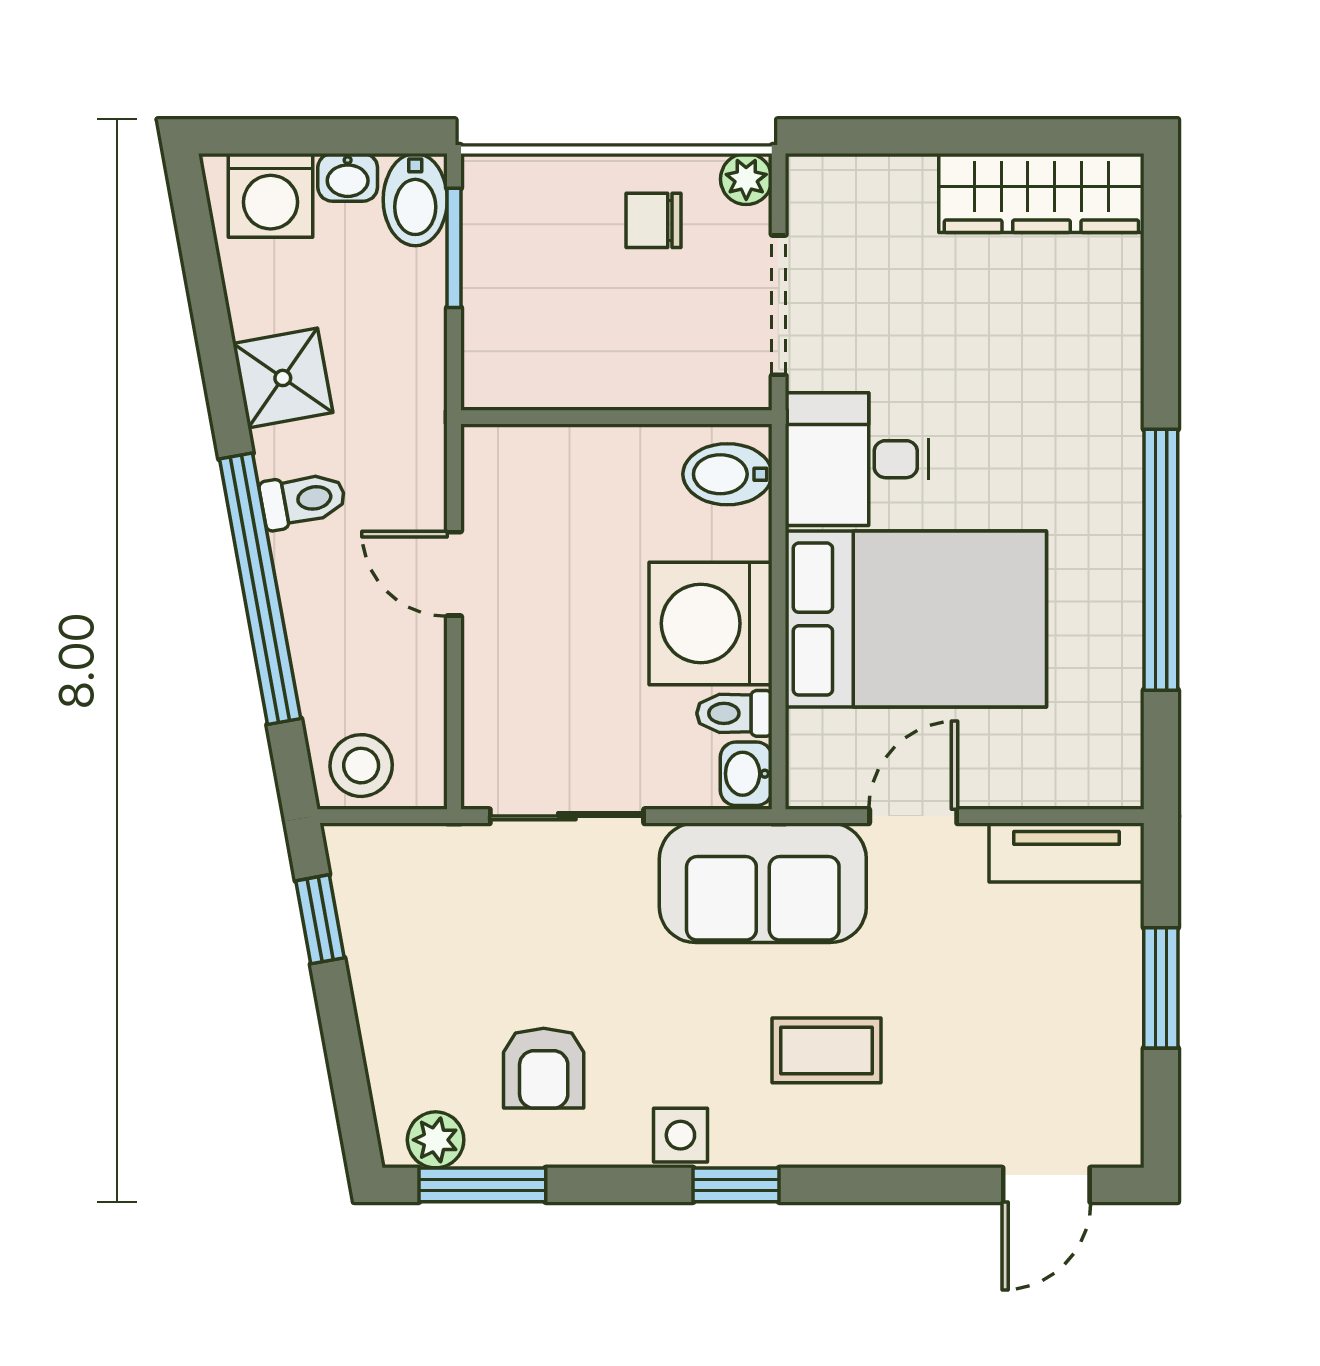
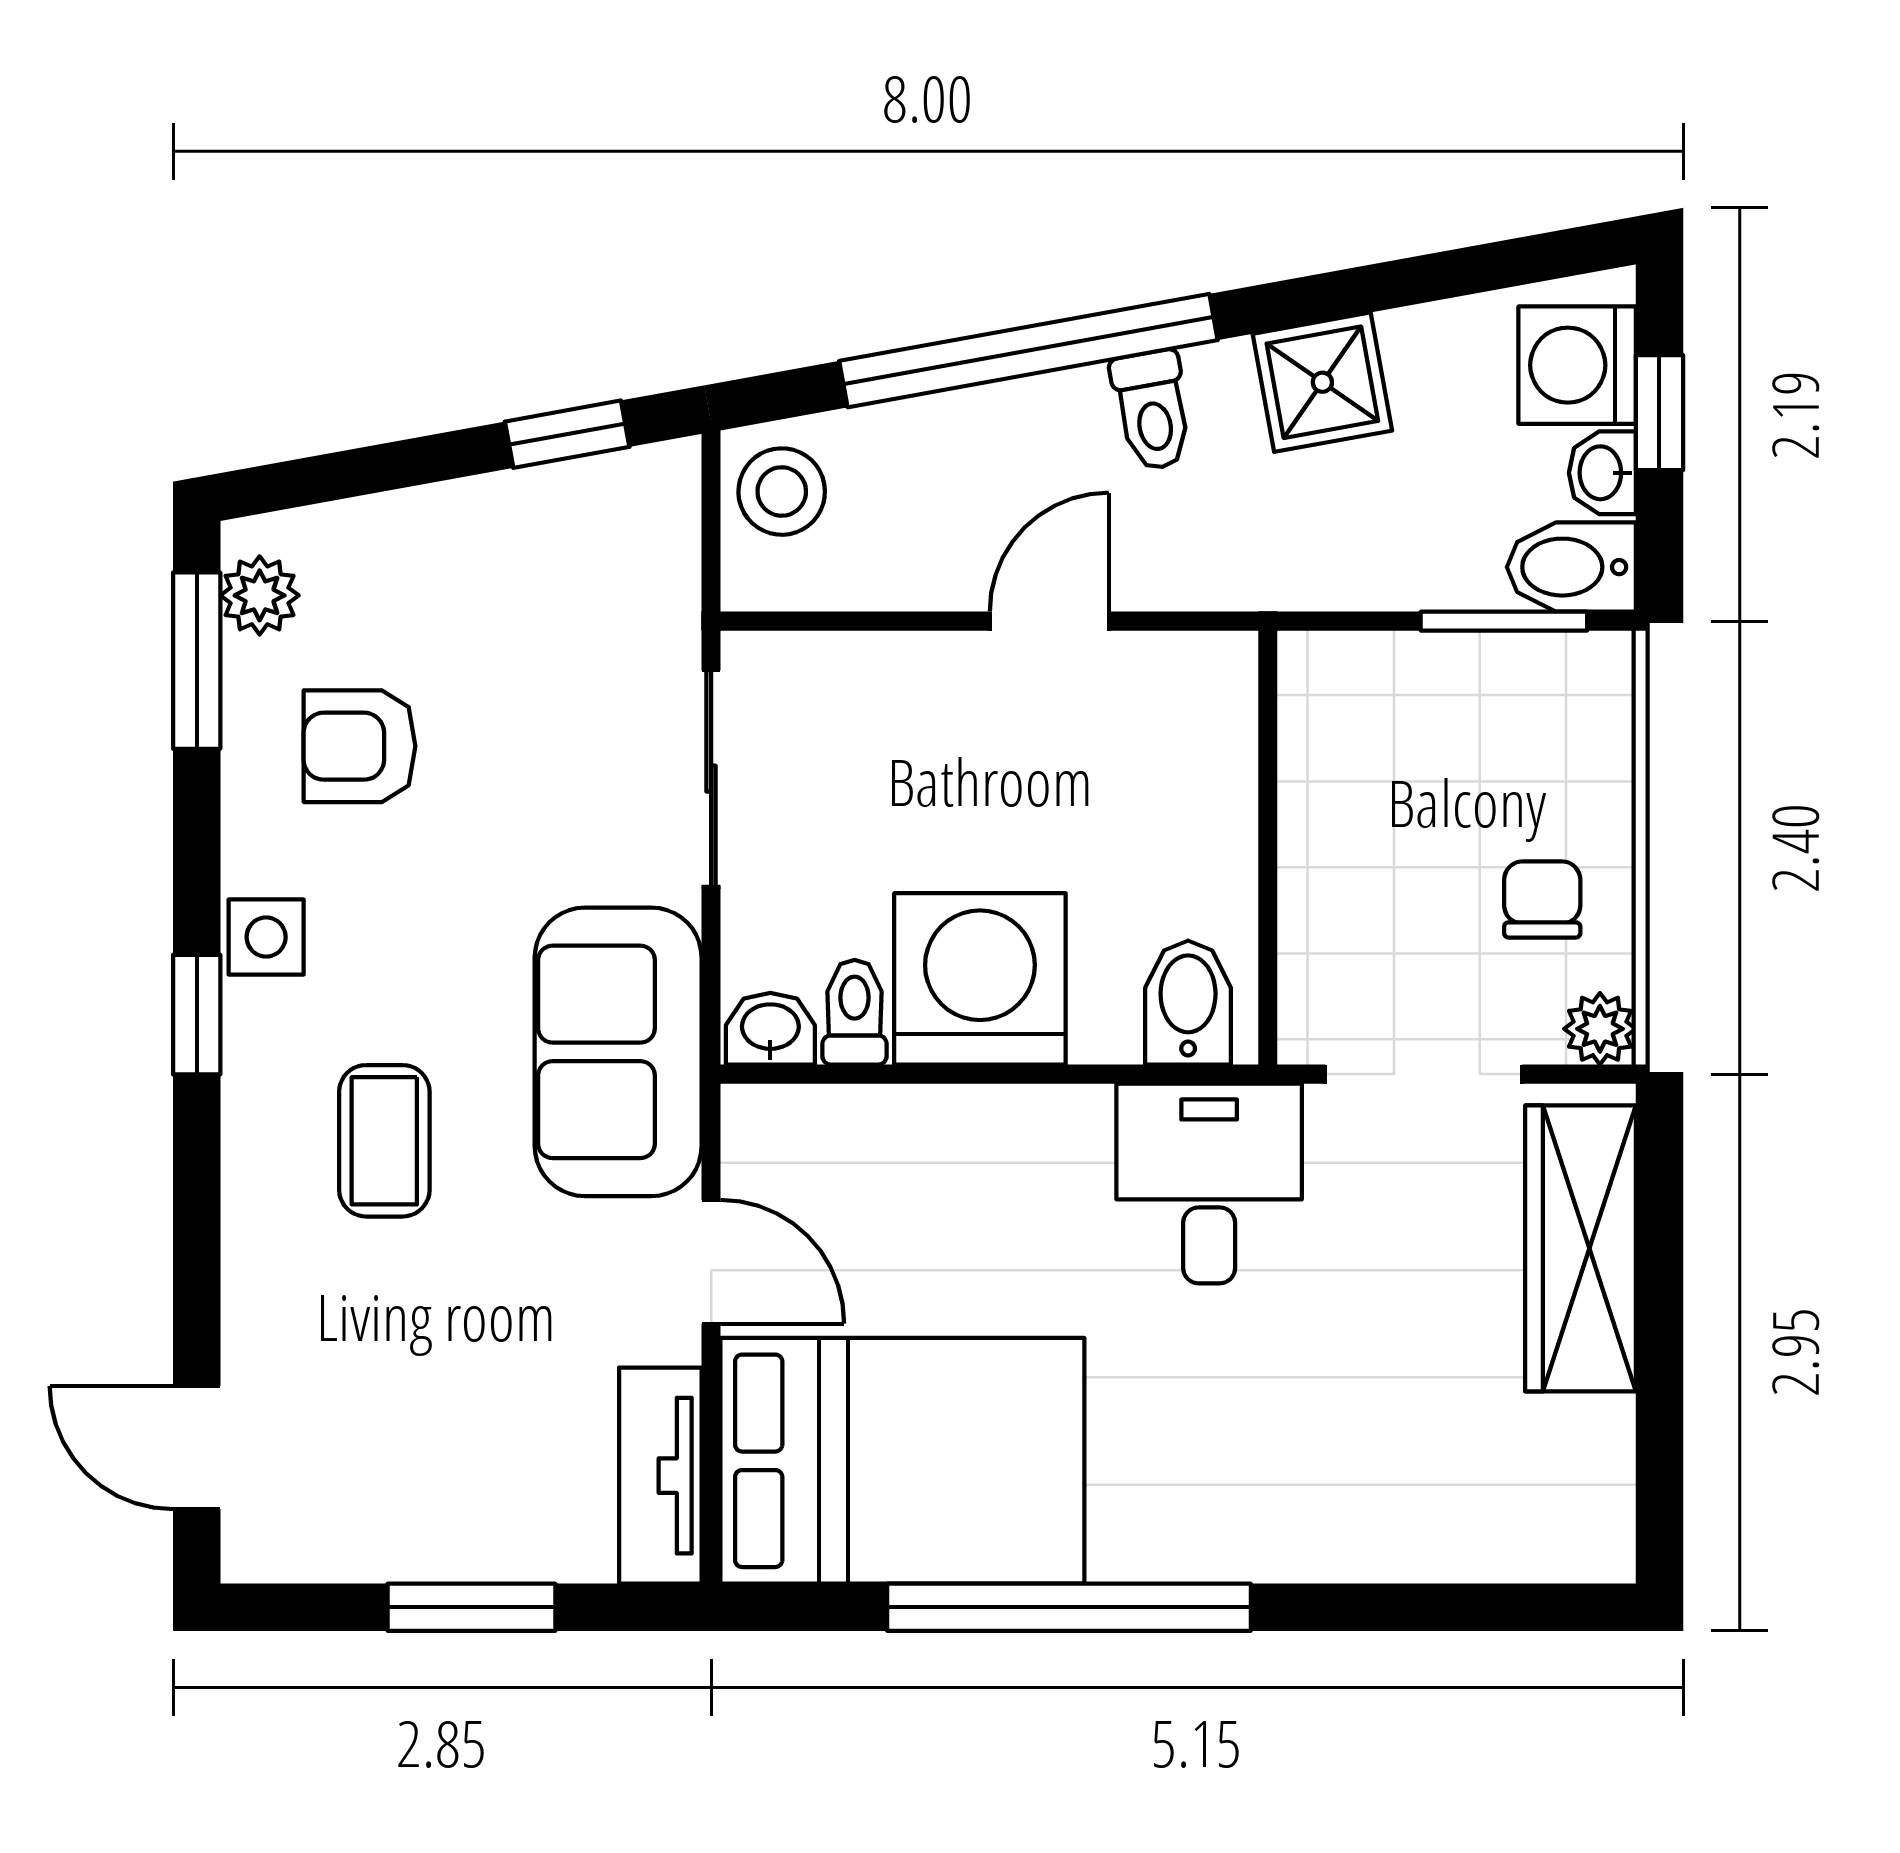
window: (305, 136) -> (1659, 413), added
wardrobe: (1041, 193) -> (1581, 1248), moved
bed: (916, 619) -> (902, 1461), moved, turned -90

